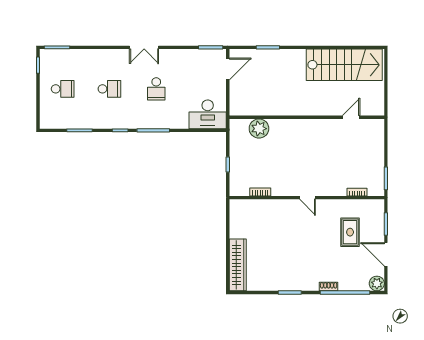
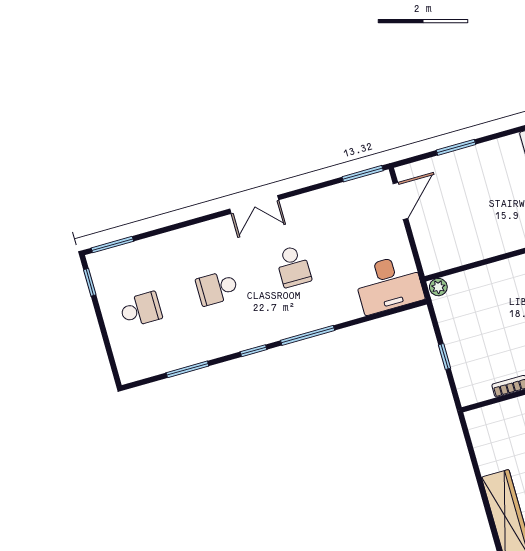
school desk: (109, 89) -> (217, 288), turned 180
plant: (259, 129) -> (438, 287), moved, width x0.53, depth x0.53

